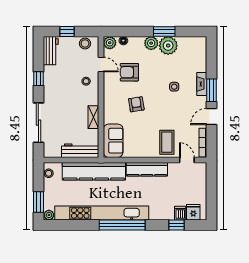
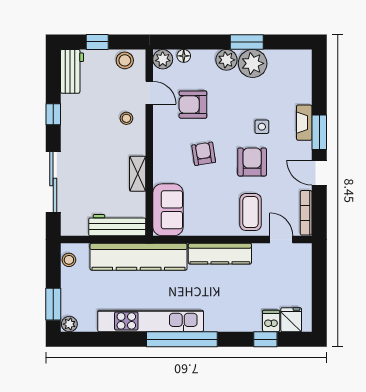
armchair: (168, 110) -> (252, 162), added
door: (211, 117) -> (319, 173), hinge flipped
kitchen unit: (102, 213) -> (151, 321), width x0.73

